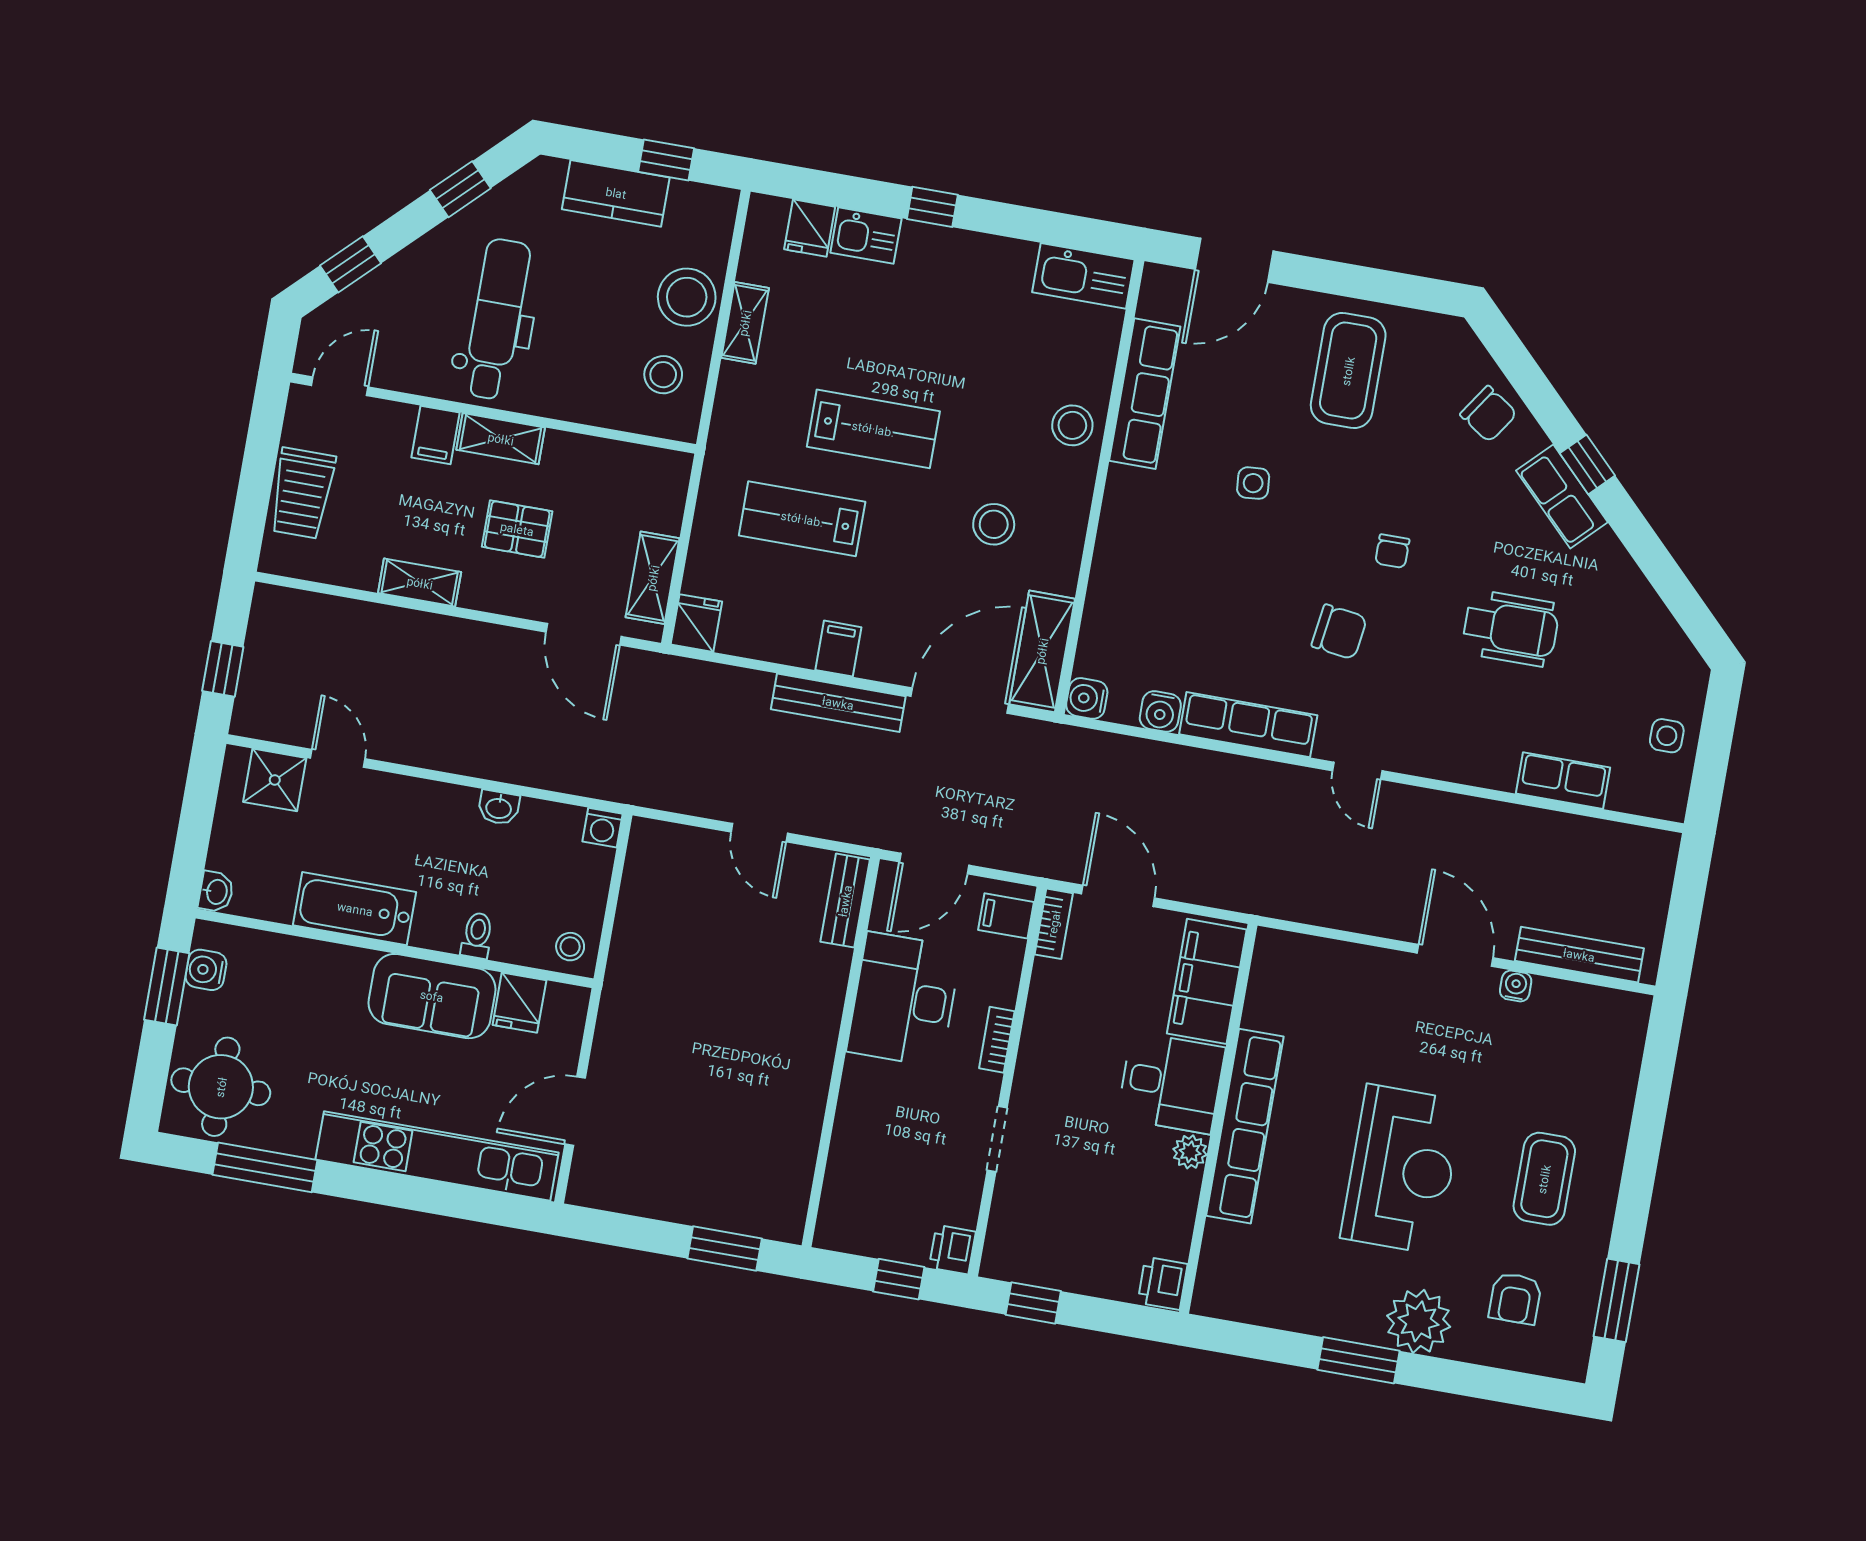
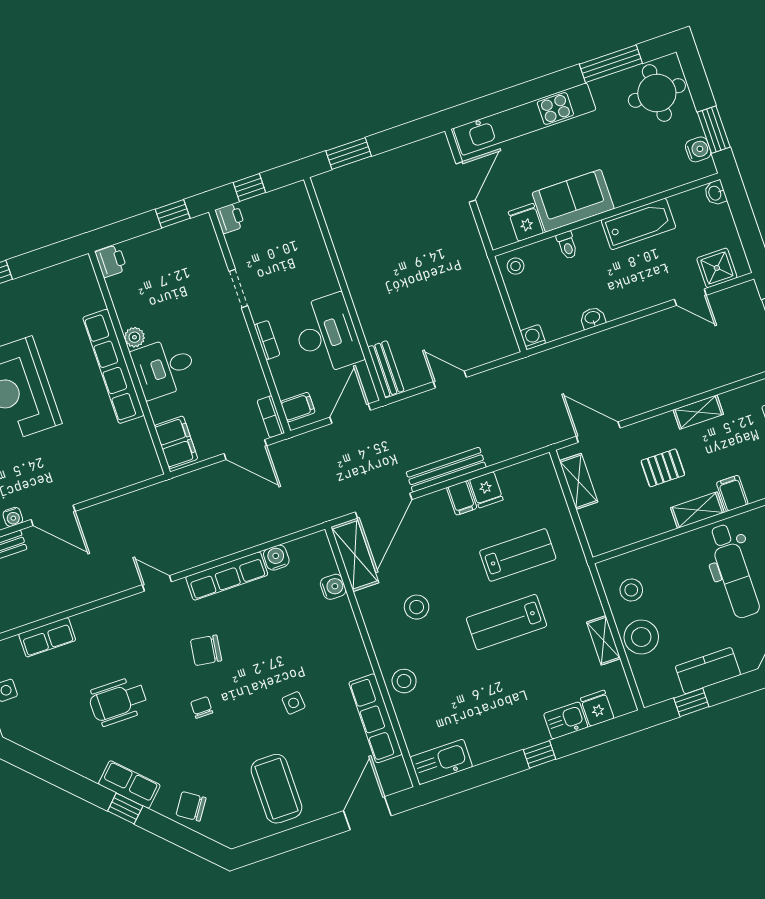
fridge: (696, 623) -> (486, 490), moved
water cooler: (1087, 698) -> (333, 587), moved
filing cabinet: (1207, 981) -> (176, 442), width x0.67, depth x0.86

